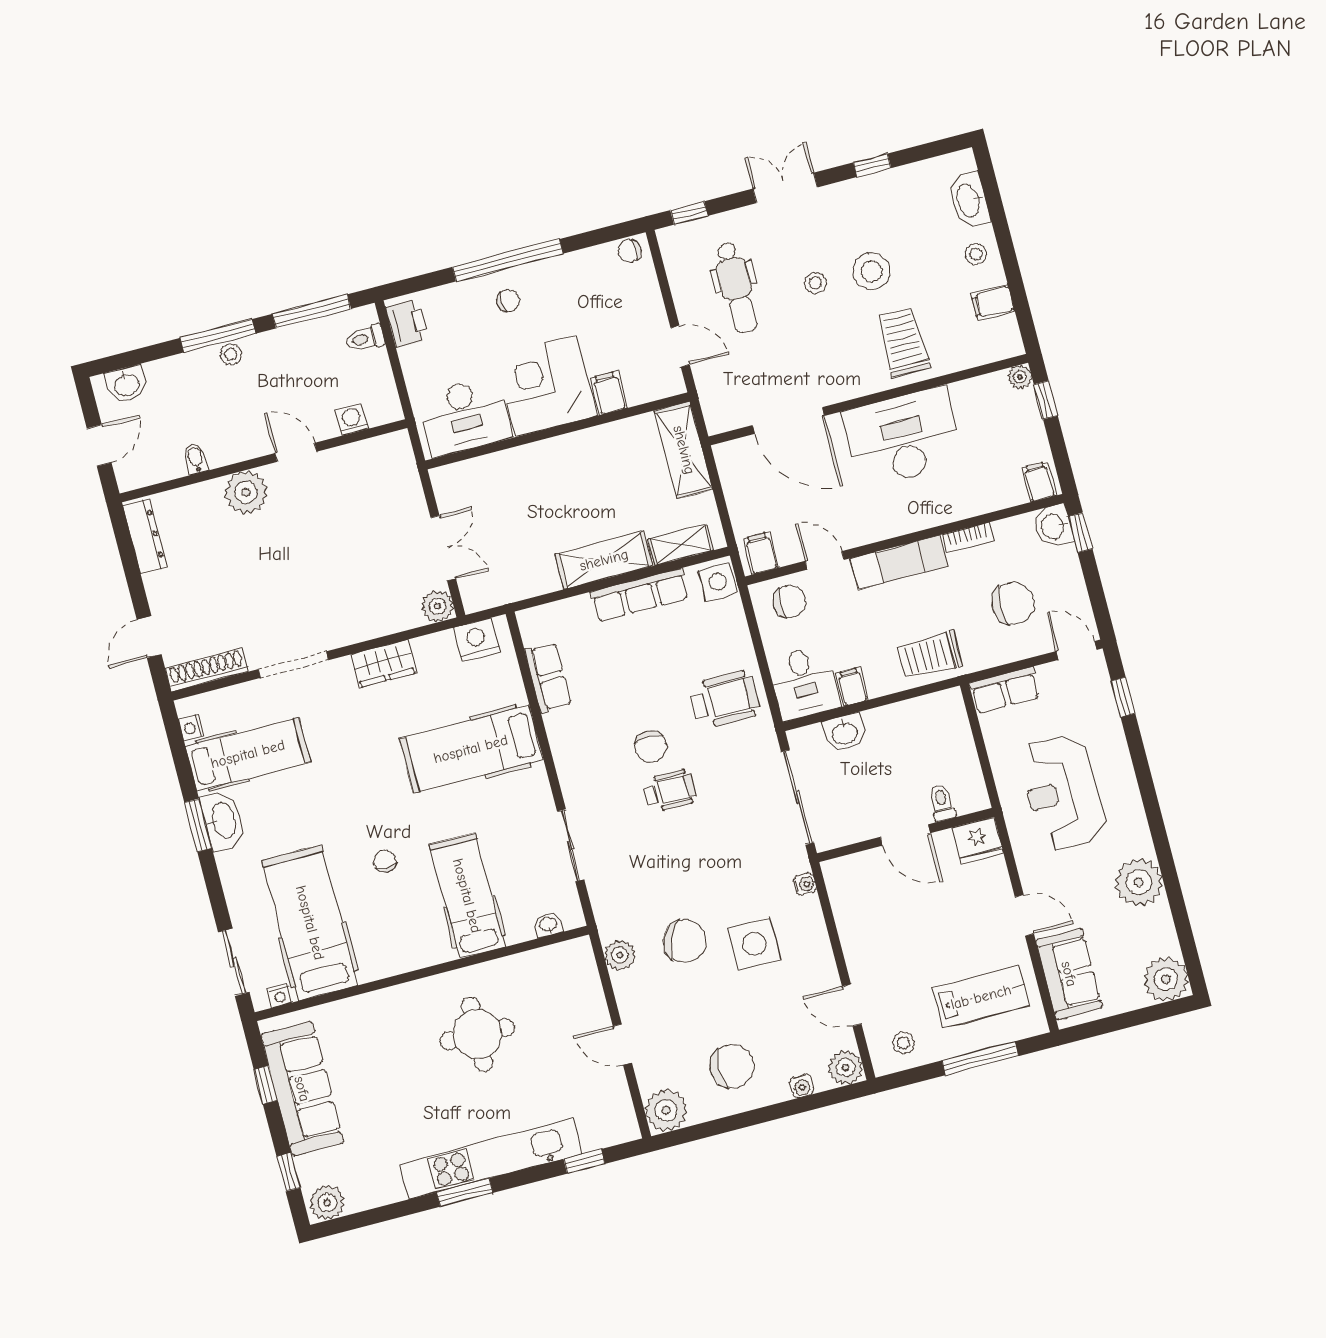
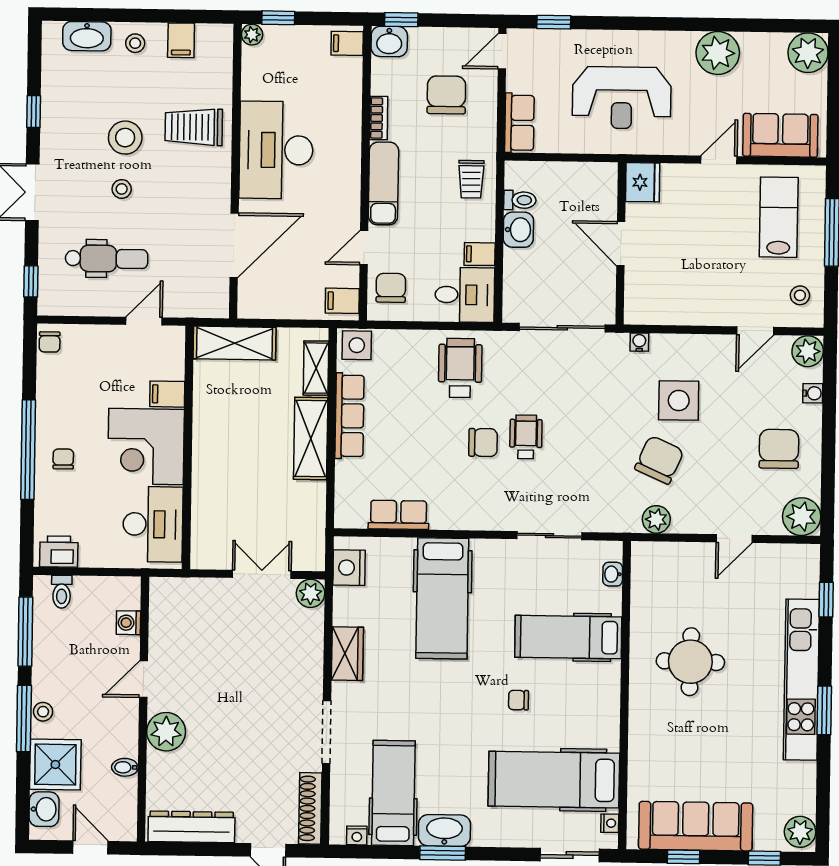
shower: (178, 383) -> (55, 764), added
dresser: (145, 536) -> (192, 827), width x1.37, depth x1.24
trolley: (930, 655) -> (471, 179), width x0.73, depth x0.72
washbasin: (845, 733) -> (518, 230), moved
toilet: (942, 802) -> (520, 200), moved, turned 180
door: (905, 835) -> (621, 244), swing flipped

